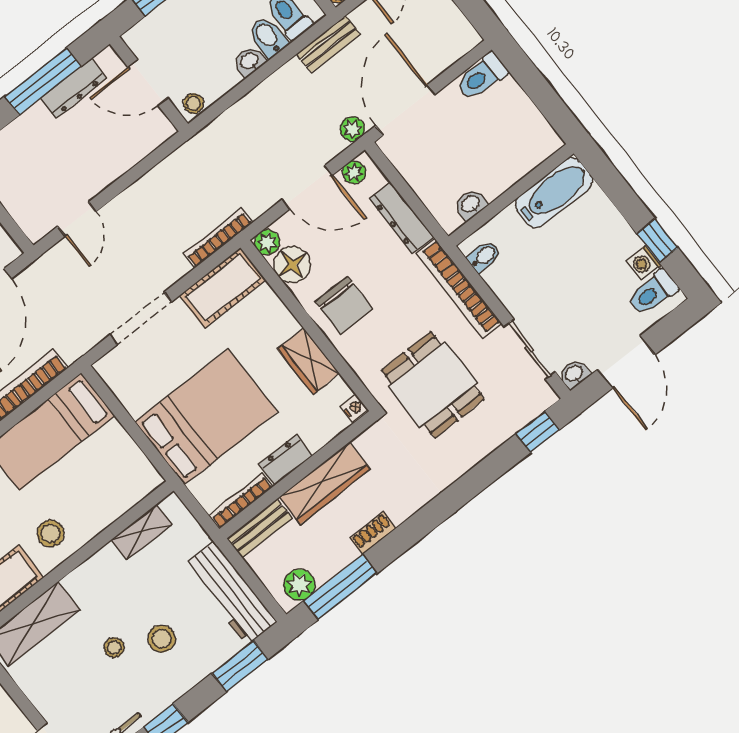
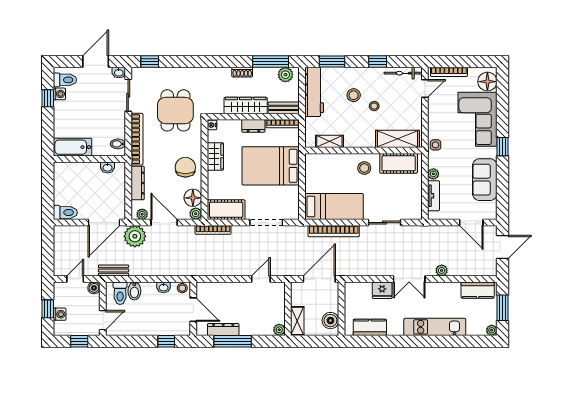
washbasin: (249, 61) -> (164, 287), moved
plant: (352, 129) -> (135, 236), width x1.87, depth x1.87

